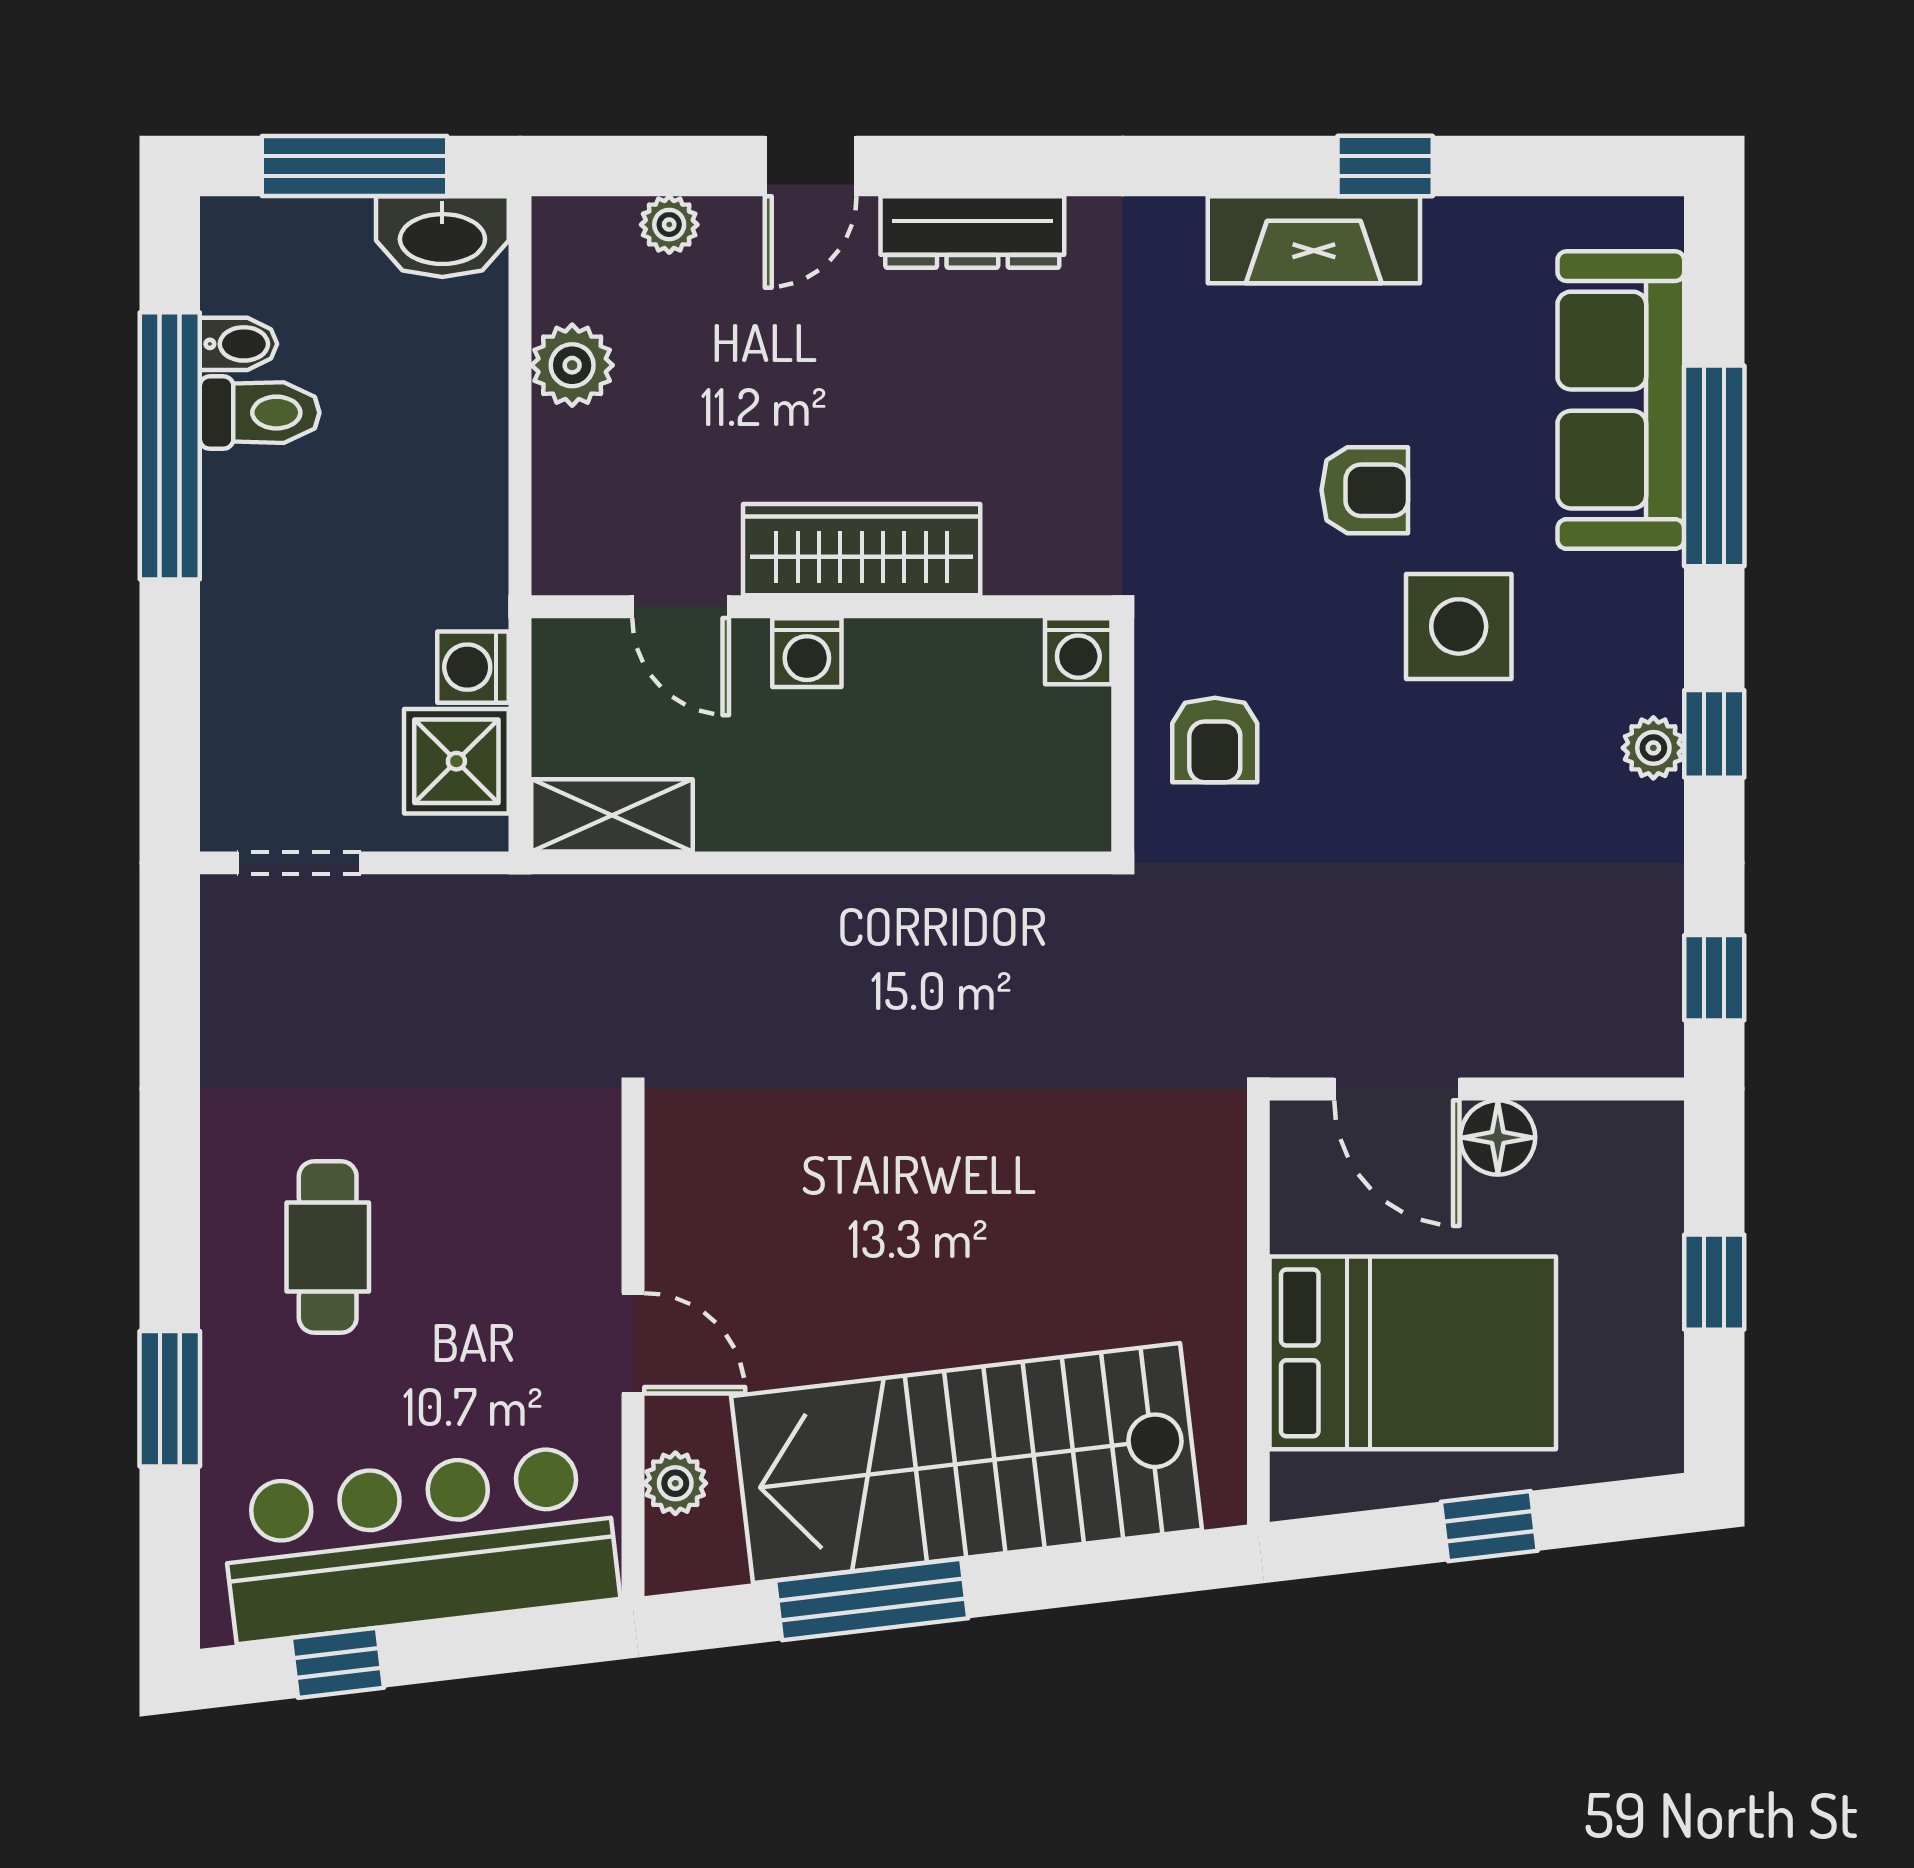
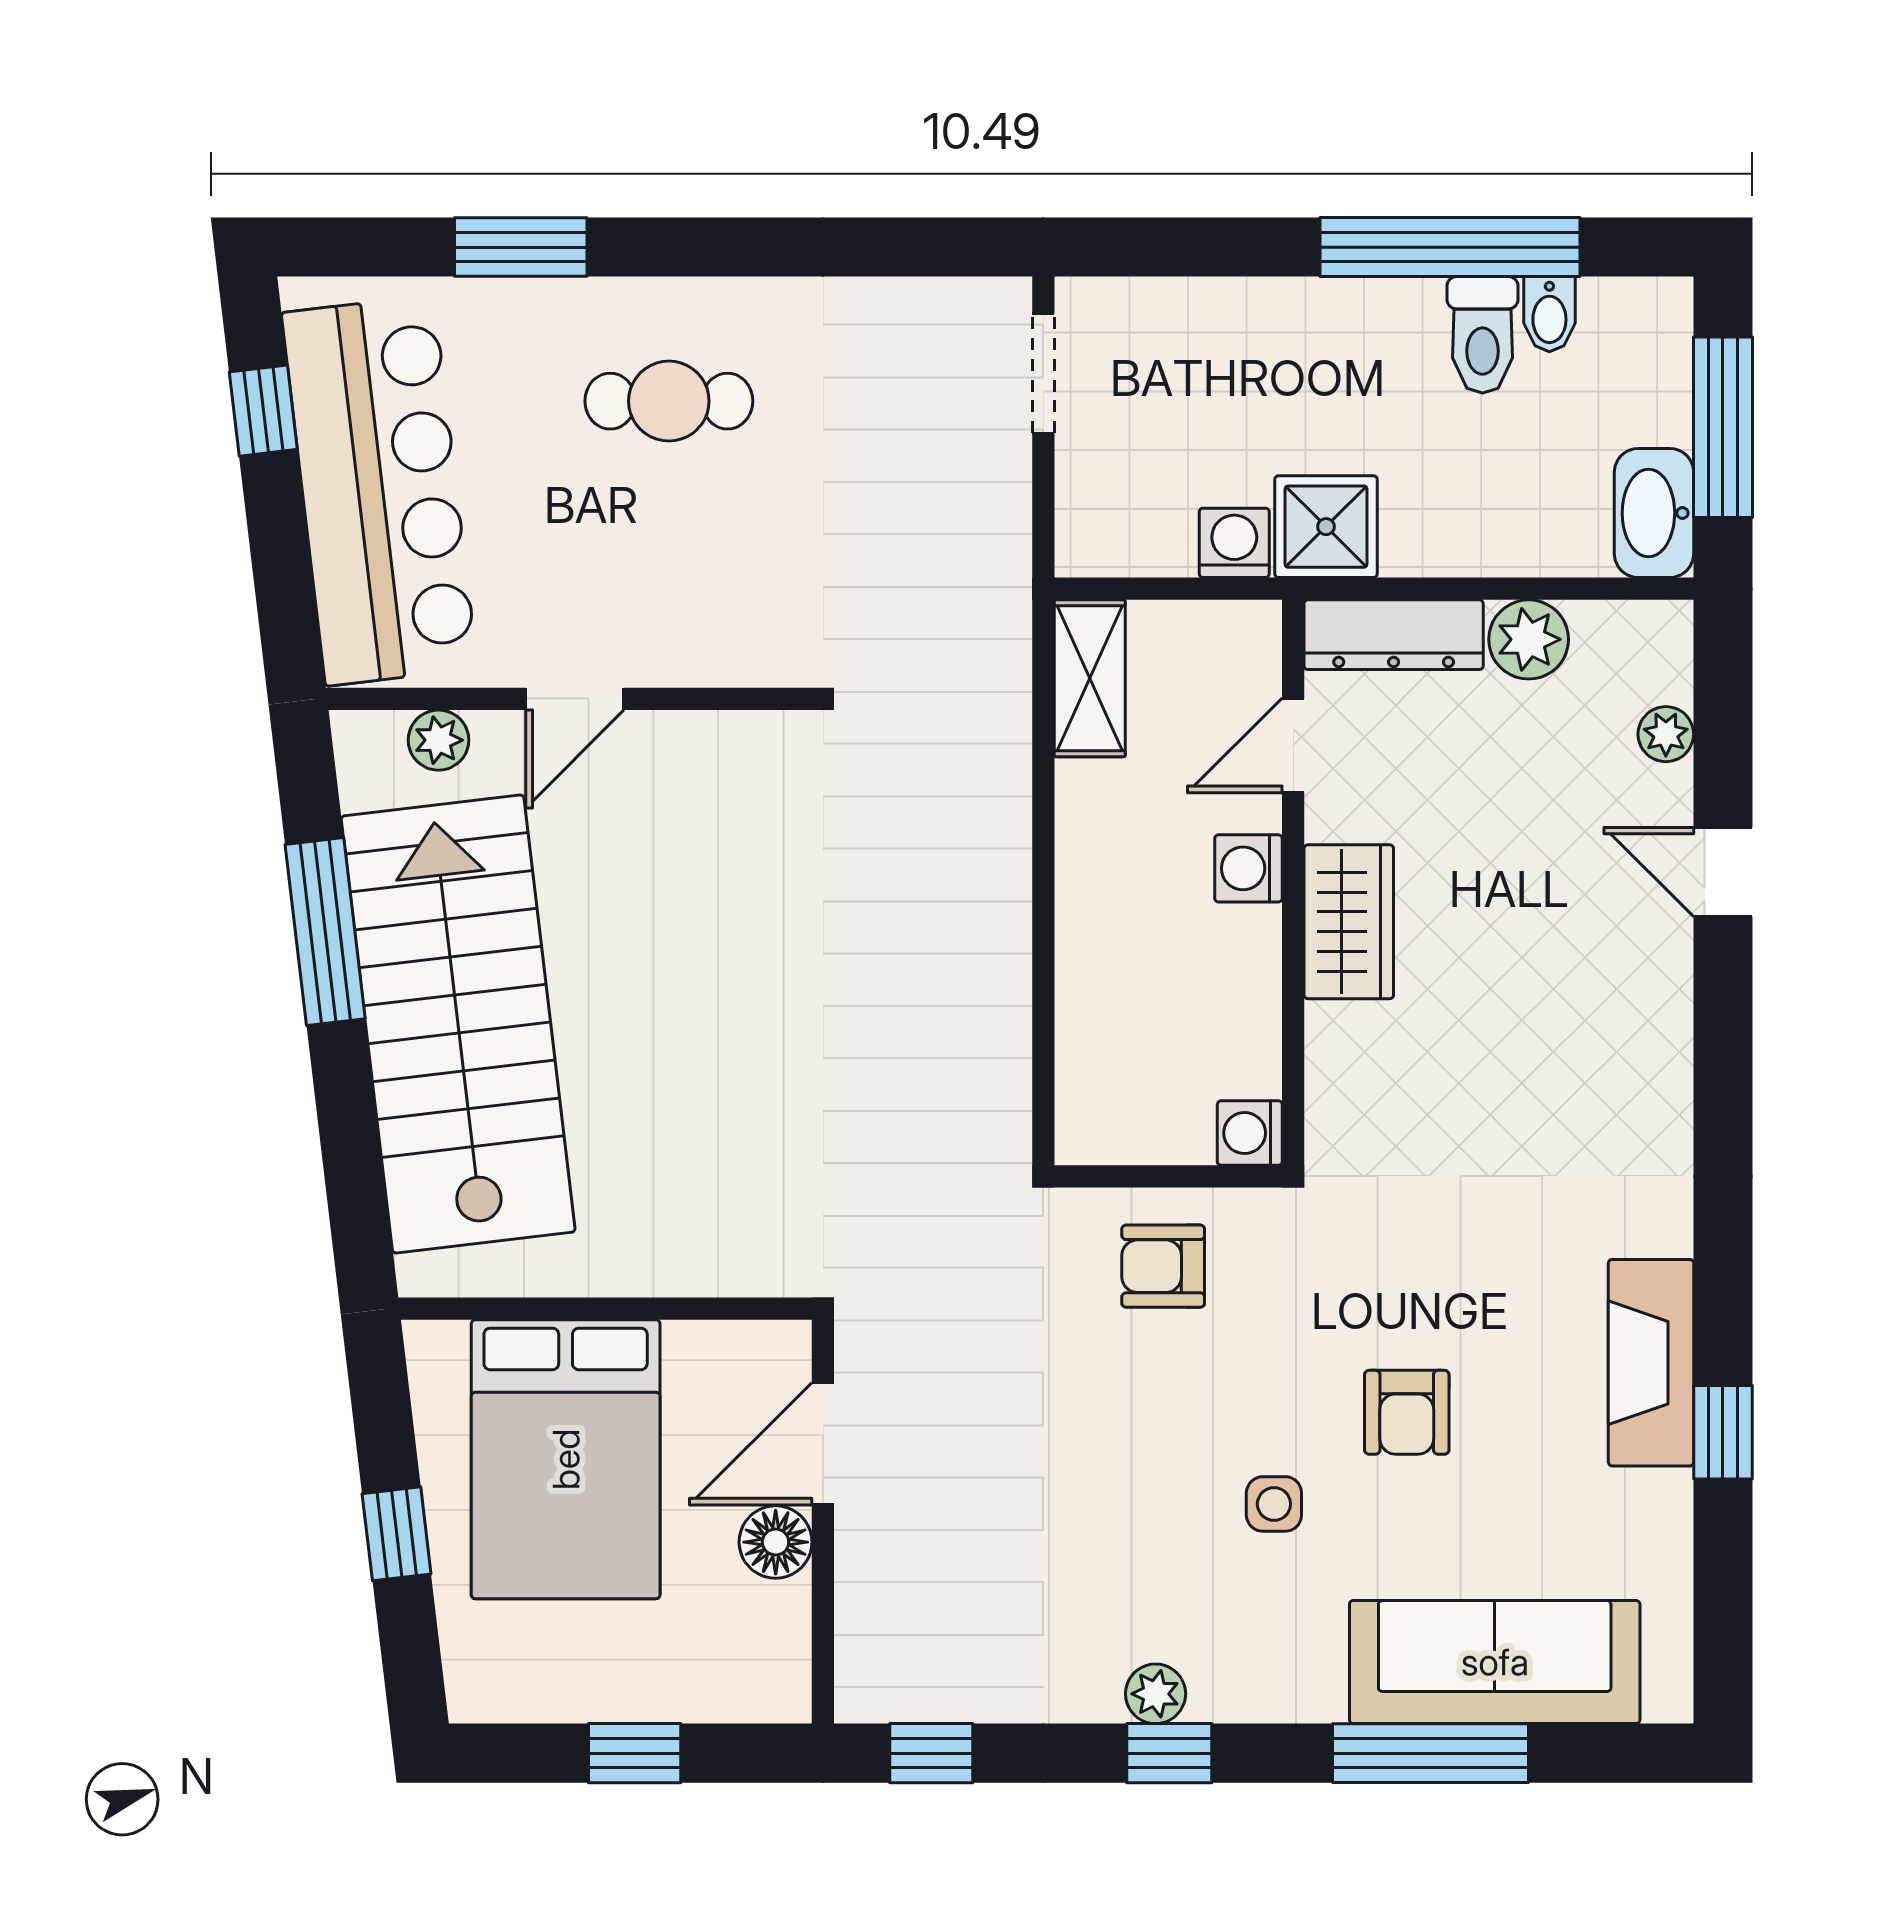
dresser: (972, 232) -> (1394, 635), moved, turned -90
wardrobe: (862, 550) -> (1349, 922), width x0.67
side table: (1459, 626) -> (1274, 1504), width x0.54, depth x0.54
shower: (456, 761) -> (1326, 527), moved

